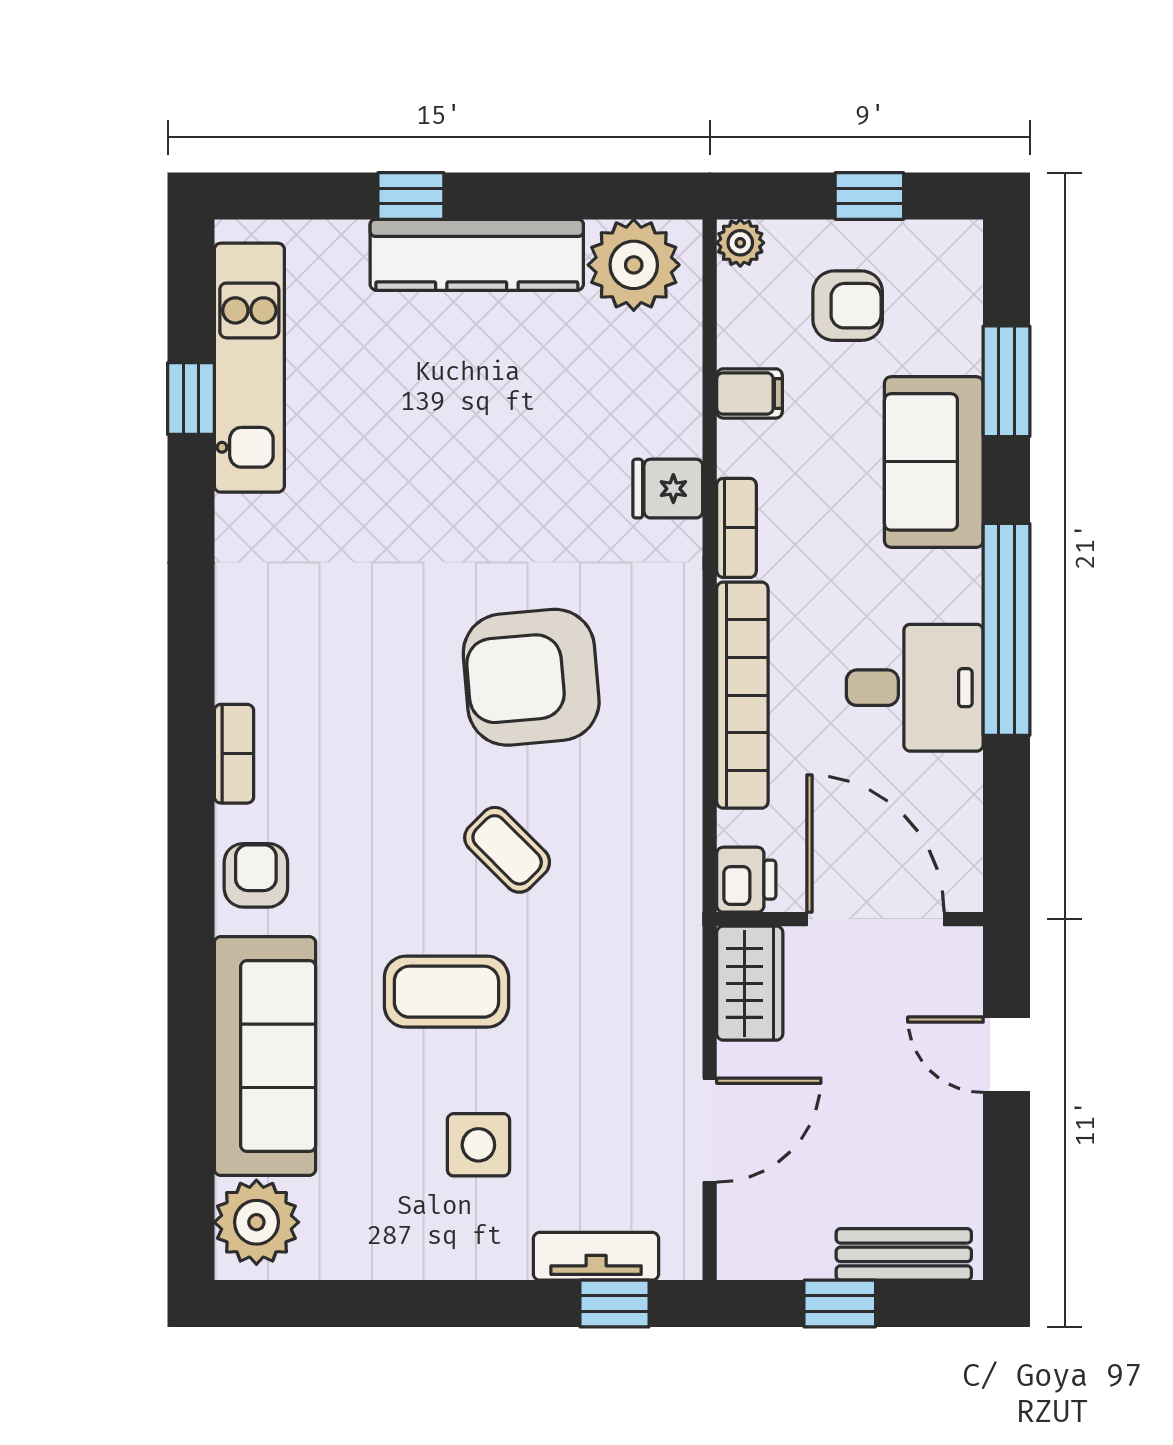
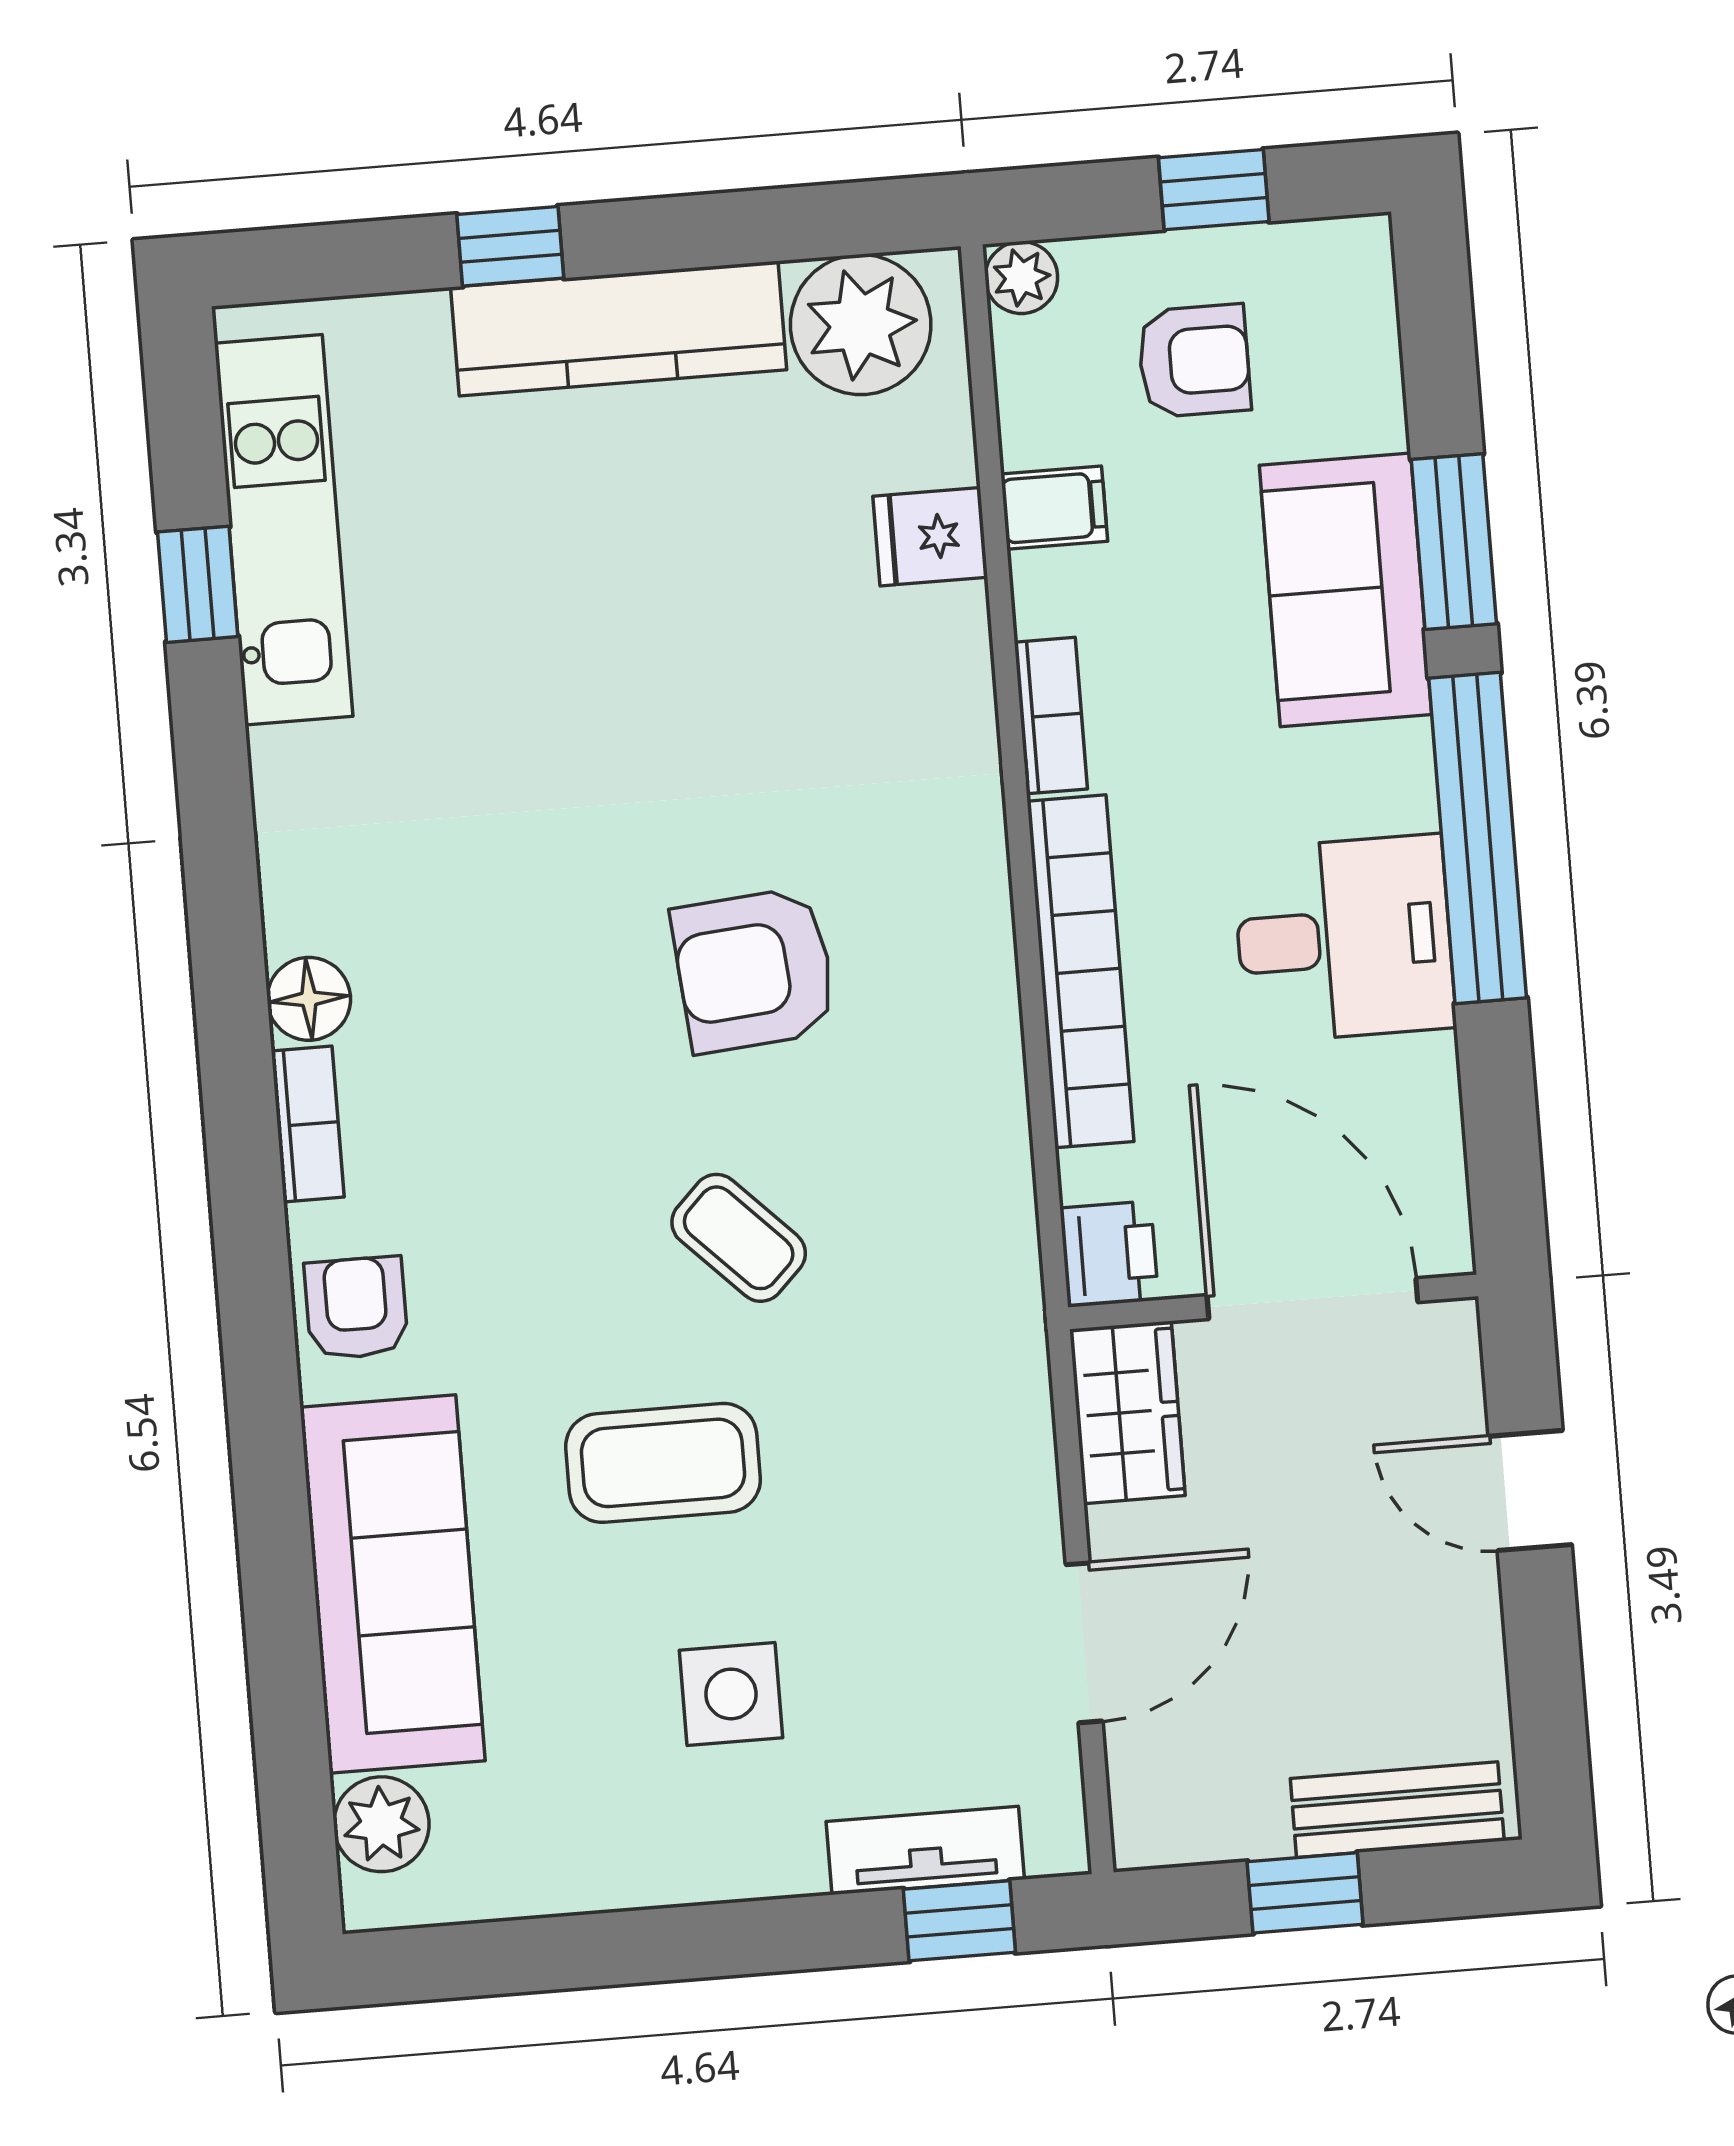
window: (1006, 381) -> (1454, 542), moved
fridge: (668, 489) -> (930, 537), moved
floor lamp: (241, 673) -> (309, 999), added
armchair: (531, 677) -> (754, 970), width x0.73, depth x0.73
plant: (256, 1222) -> (381, 1824), width x0.73, depth x0.73

